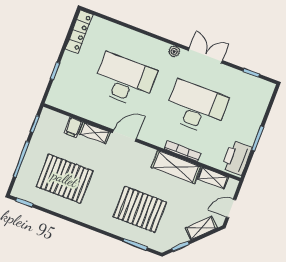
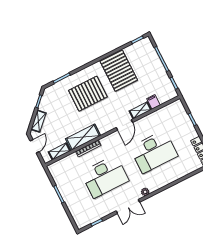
printer: (237, 158) -> (59, 174), removed
pallet: (65, 179) -> (119, 71), moved, turned 90
pallet: (140, 209) -> (88, 94), moved

